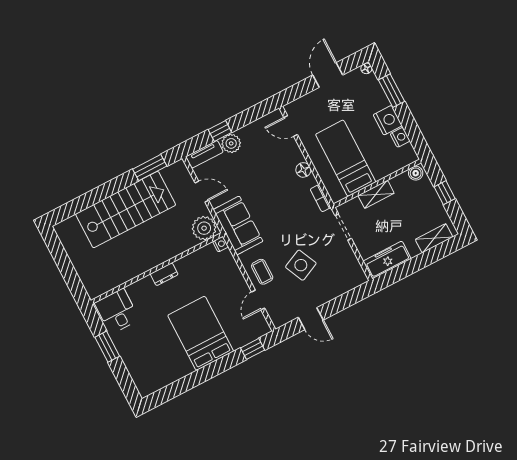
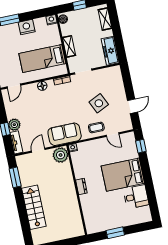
nightstand: (400, 137) -> (51, 20), moved
stairs: (126, 210) -> (34, 207), width x0.73, depth x0.66
desk: (117, 311) -> (136, 197), moved, turned 180

